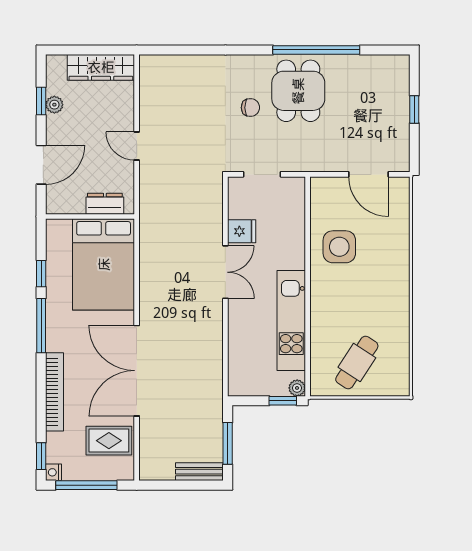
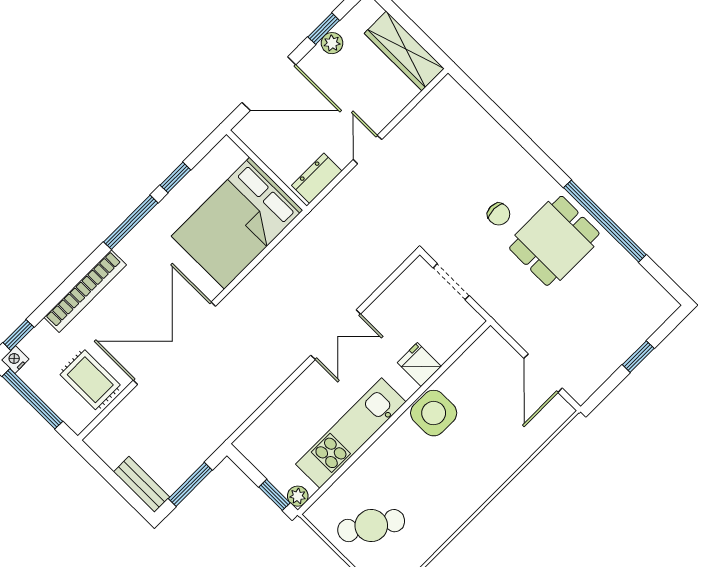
door: (41, 165) -> (269, 84), width x1.36
dresser: (105, 204) -> (317, 178), moved, turned -90
fridge: (242, 231) -> (419, 364), moved, turned 180
side table: (339, 247) -> (434, 413), moved

